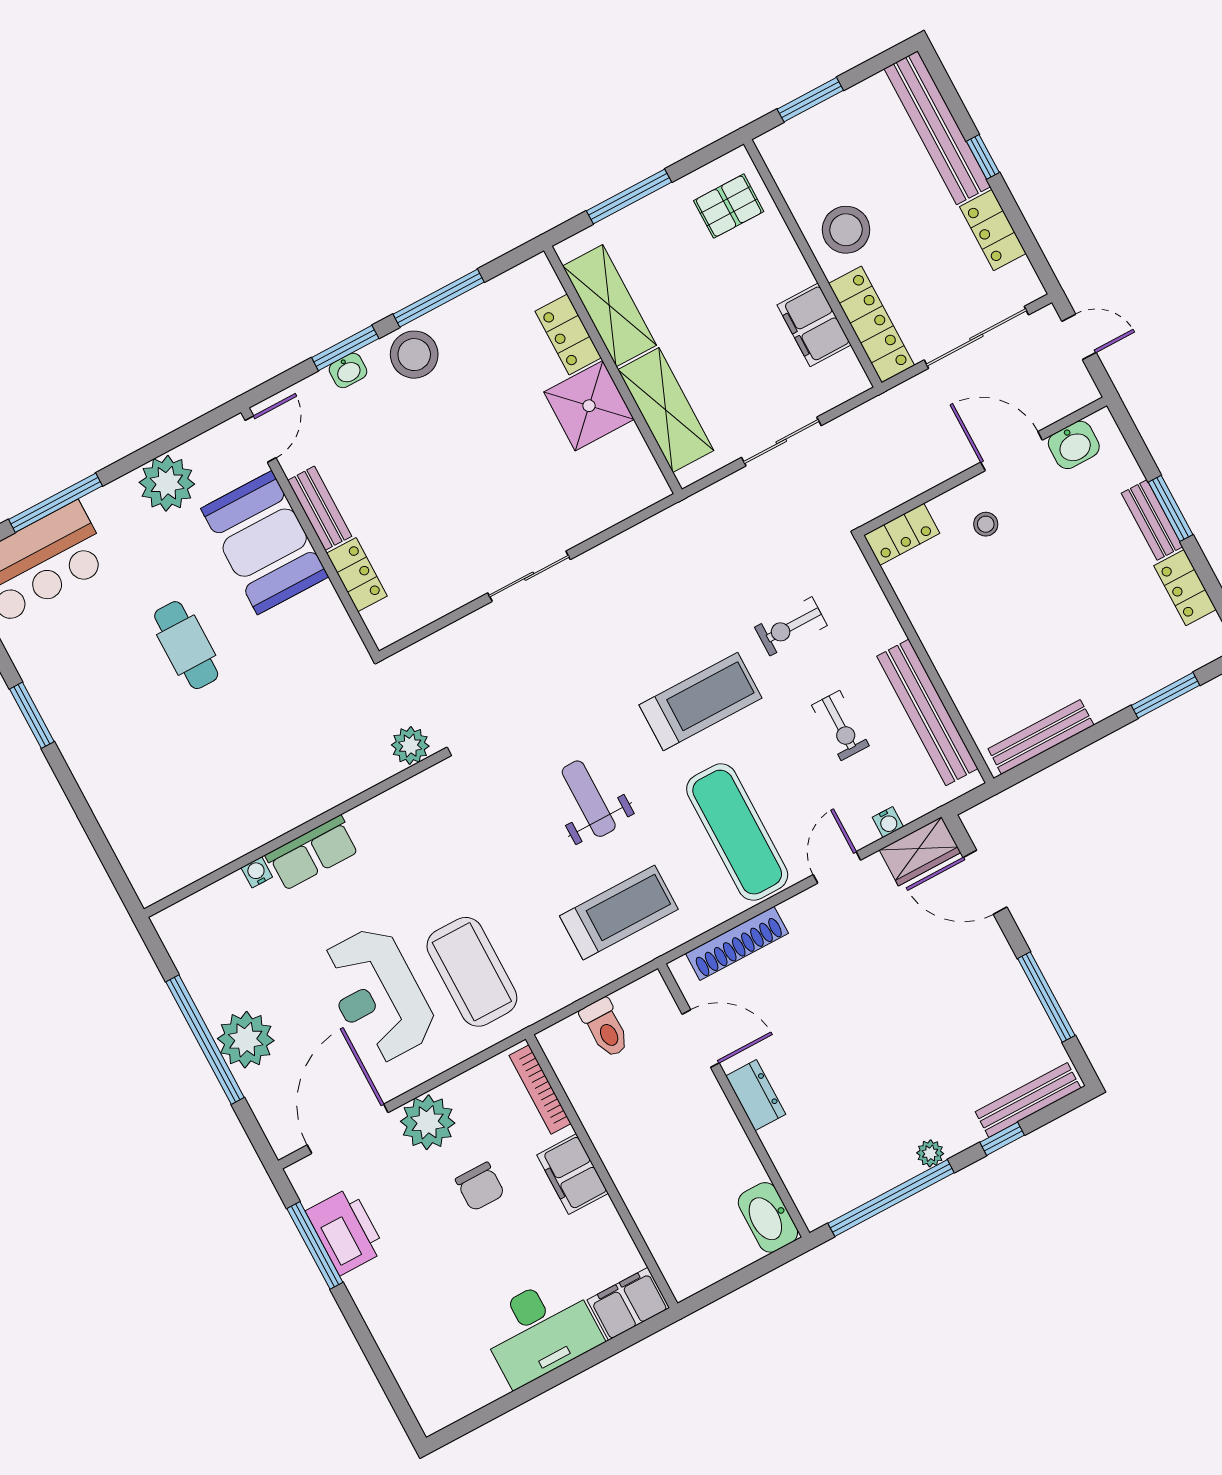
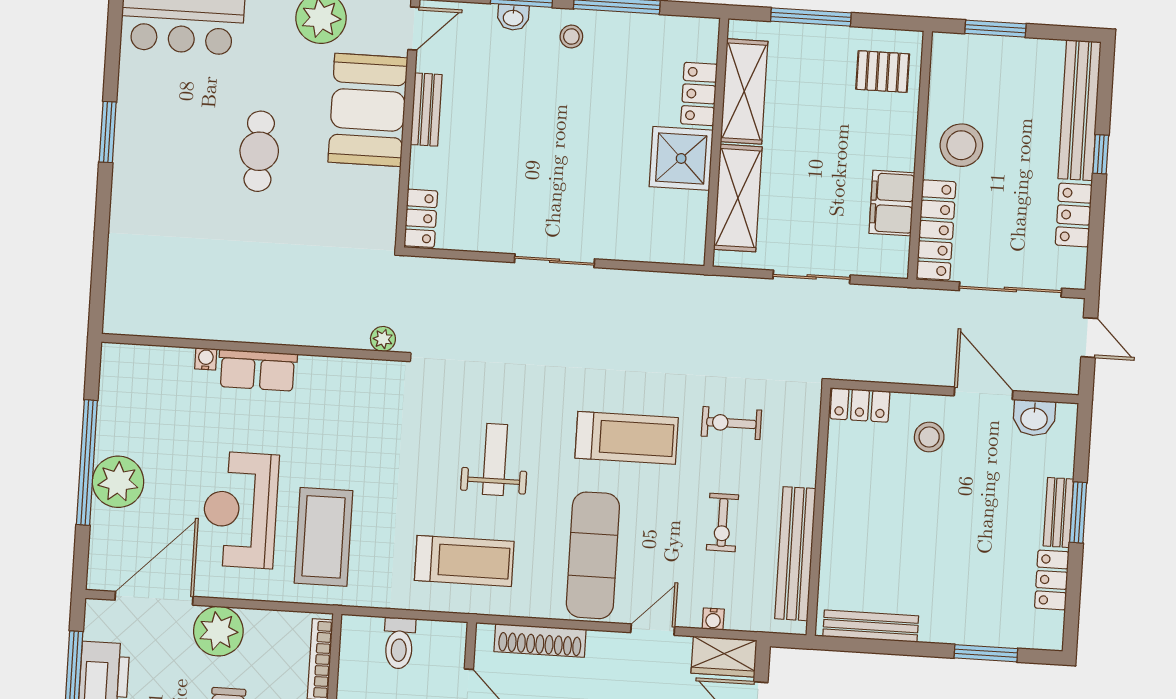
stool: (414, 355) -> (571, 37), width x0.53, depth x0.53
stool: (986, 524) -> (929, 437), width x1.37, depth x1.37
locker: (357, 575) -> (421, 218), moved
plant: (410, 746) -> (383, 339), width x0.73, depth x0.73

